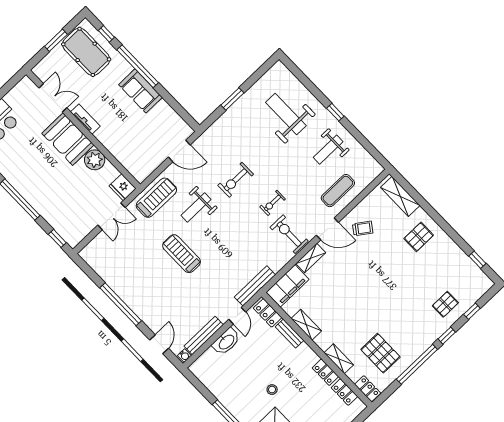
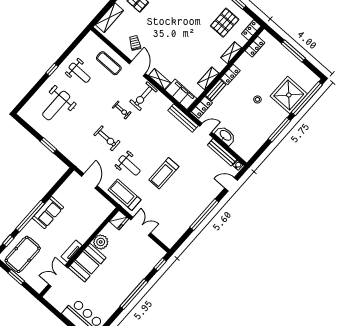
locker: (325, 372) -> (230, 75), moved

